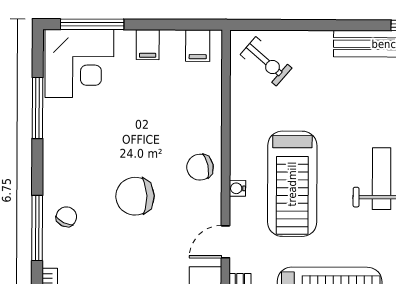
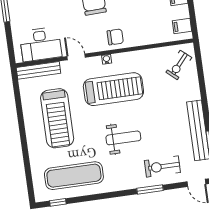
chair: (200, 167) -> (115, 37), turned 102
treadmill: (292, 184) -> (113, 89), turned 180

